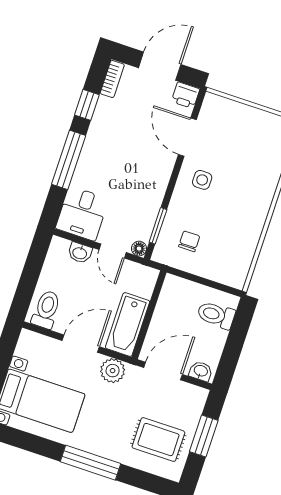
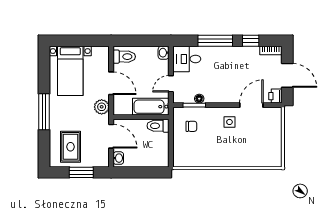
floor lamp: (139, 249) -> (199, 99), moved
washbasin: (80, 253) -> (164, 53), moved
toilet: (216, 315) -> (158, 126), moved, turned -90
bathtub: (128, 325) -> (151, 107), moved

